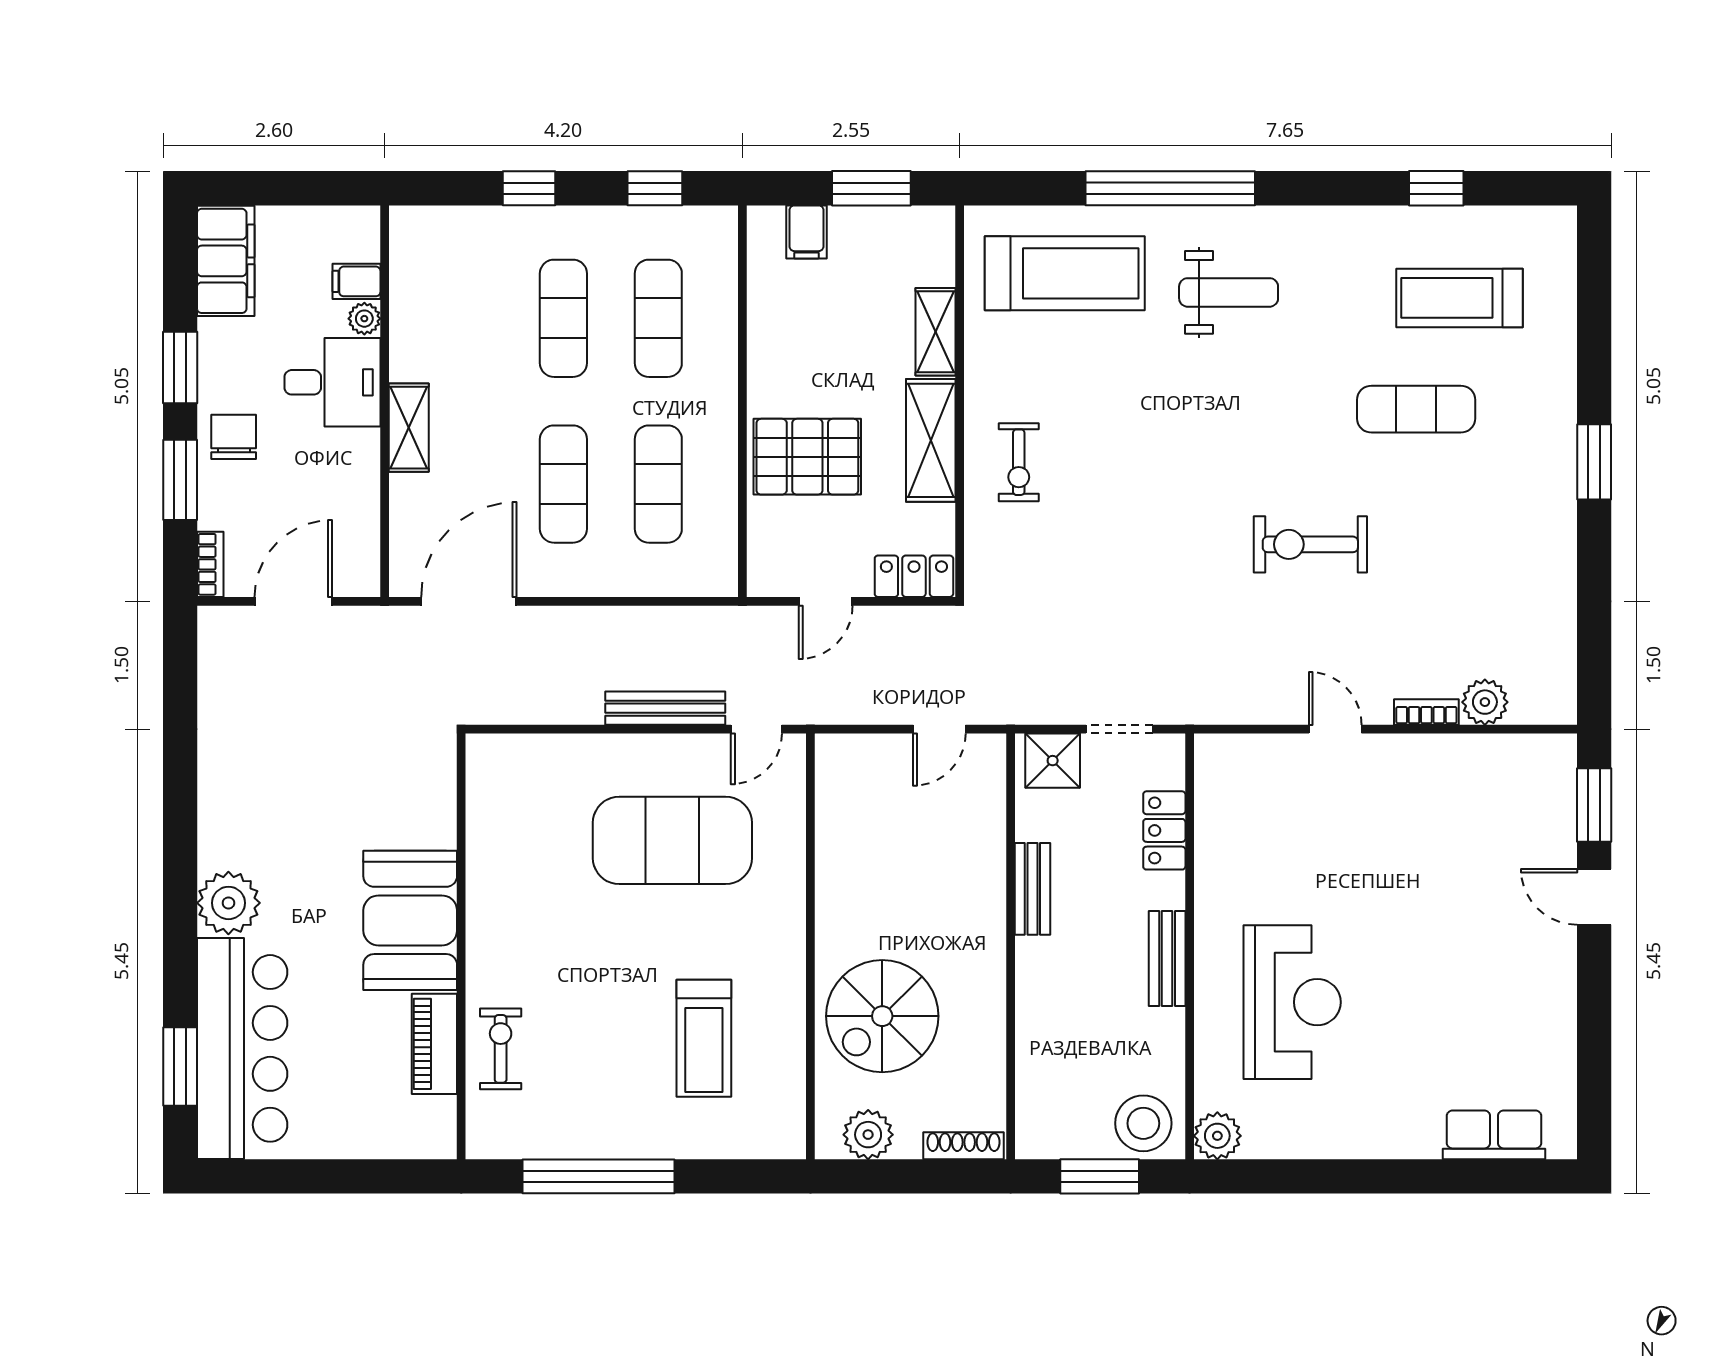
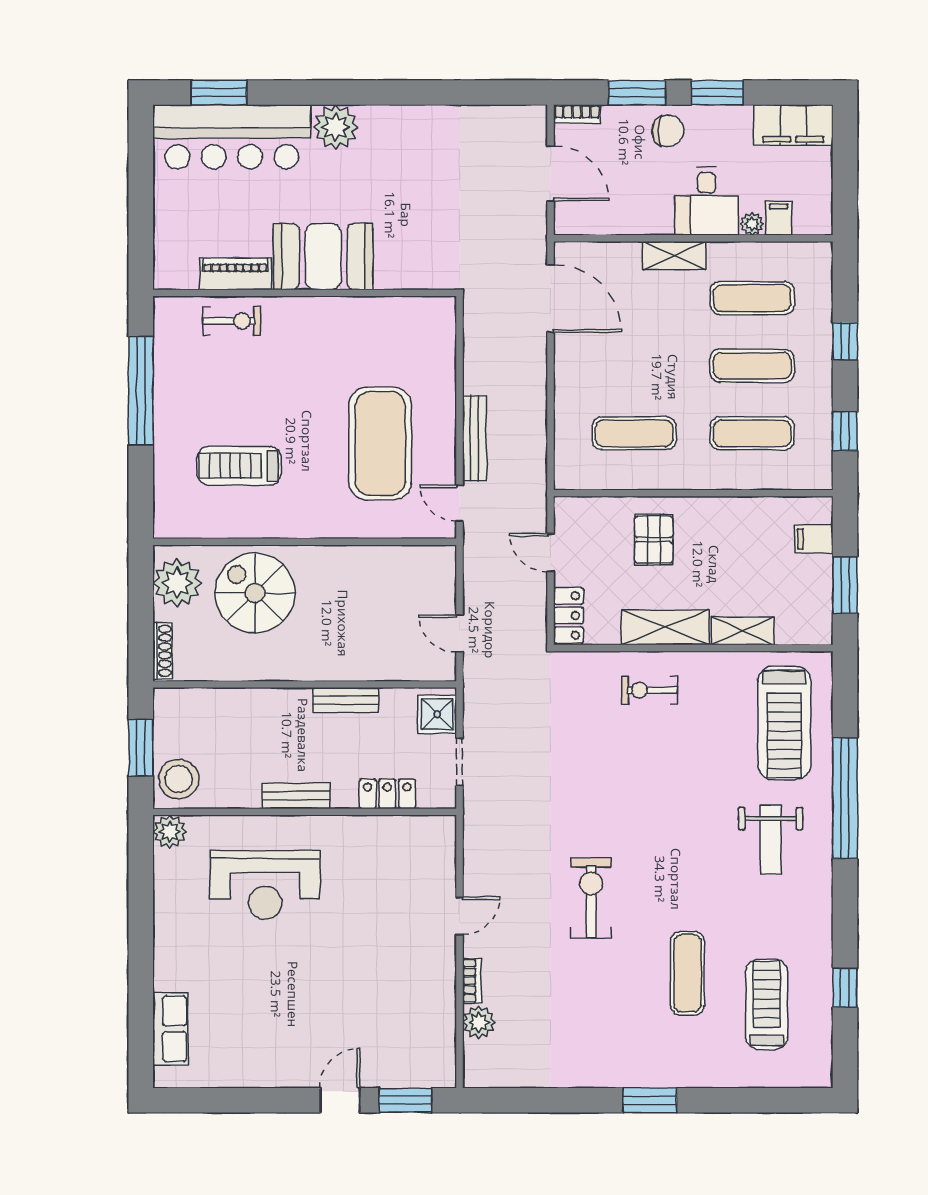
pallet: (807, 457) -> (654, 540), width x0.67, depth x0.71
exercise mat: (563, 484) -> (752, 298), moved
plant: (868, 1135) -> (177, 583), width x1.36, depth x1.36

